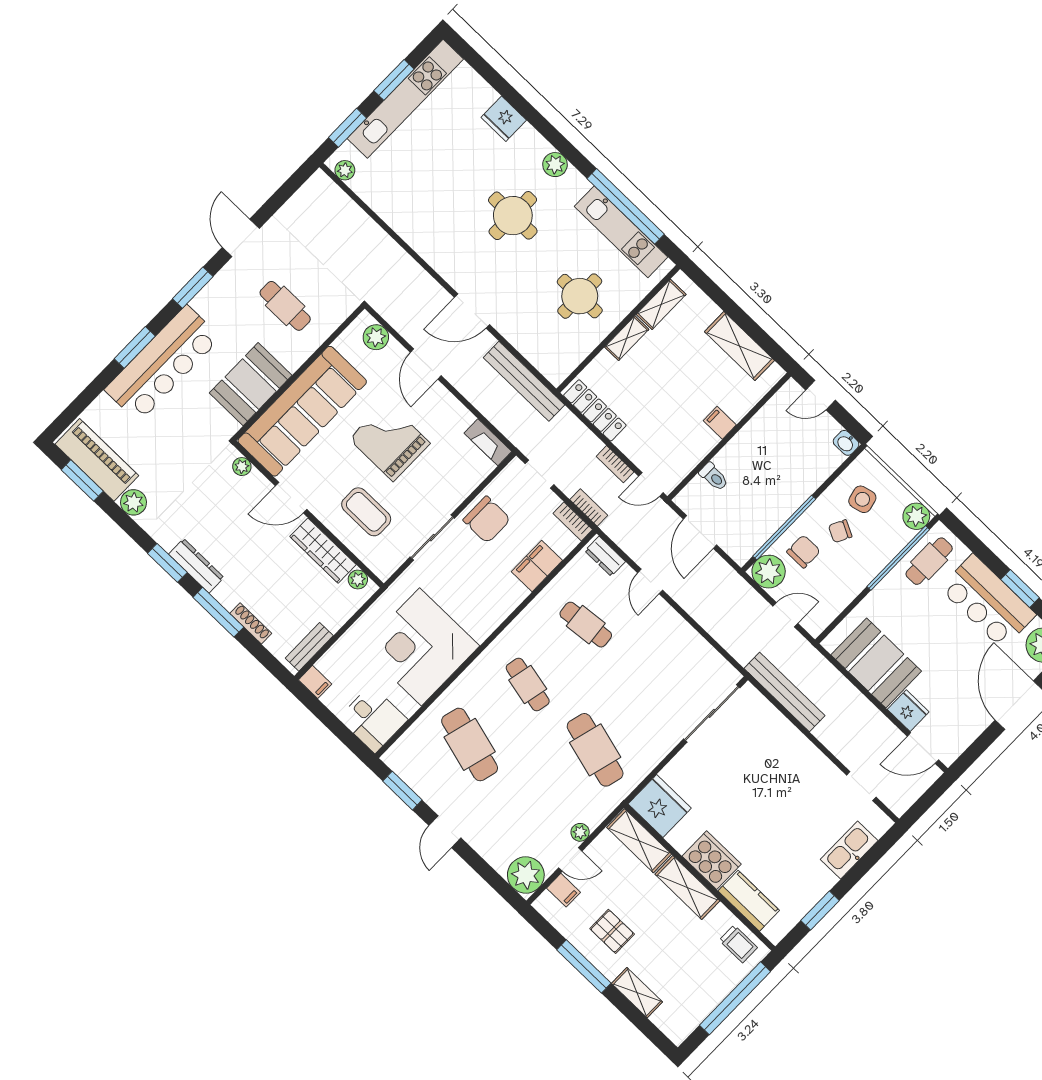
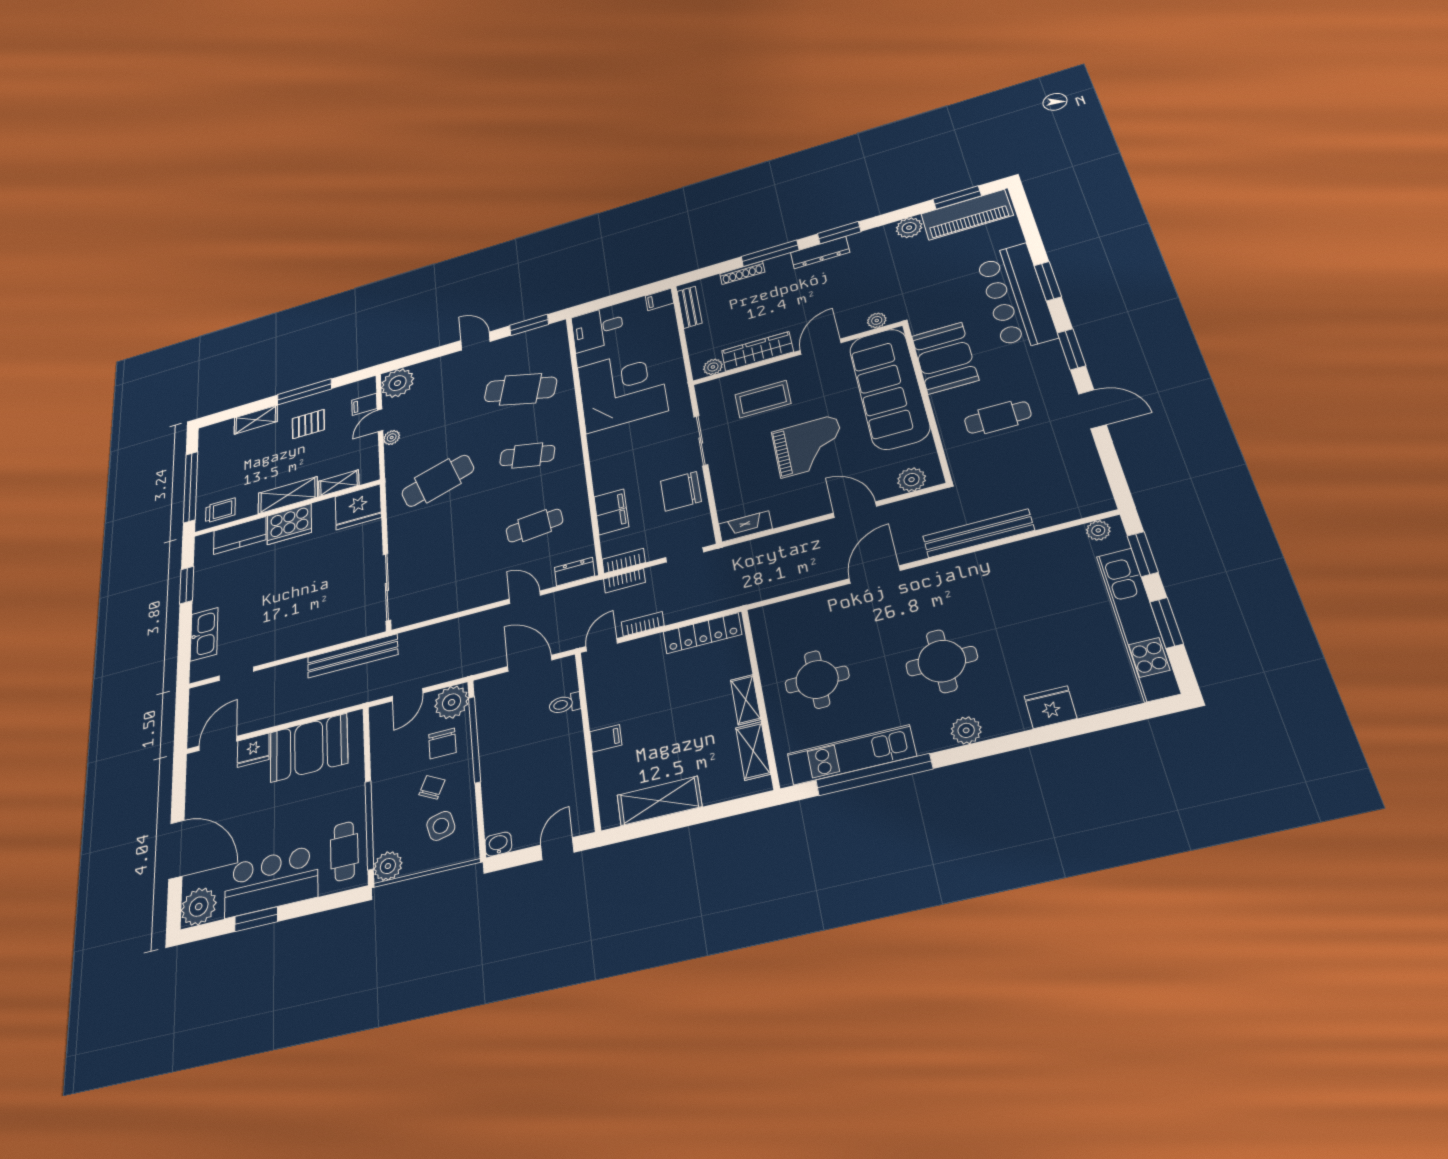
bench: (524, 381) -> (978, 533), moved
cafe table: (595, 750) -> (438, 481), turned -33
shelving: (639, 841) -> (339, 483), width x0.67, depth x0.75
trolley: (738, 944) -> (220, 510), turned 180

